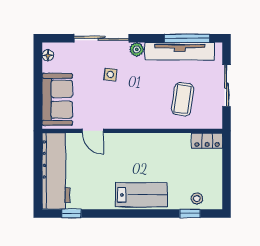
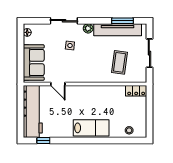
sliding door: (102, 38) -> (64, 21), width x0.73
window: (187, 38) -> (122, 21), width x0.69
window: (190, 213) -> (124, 141), removed

